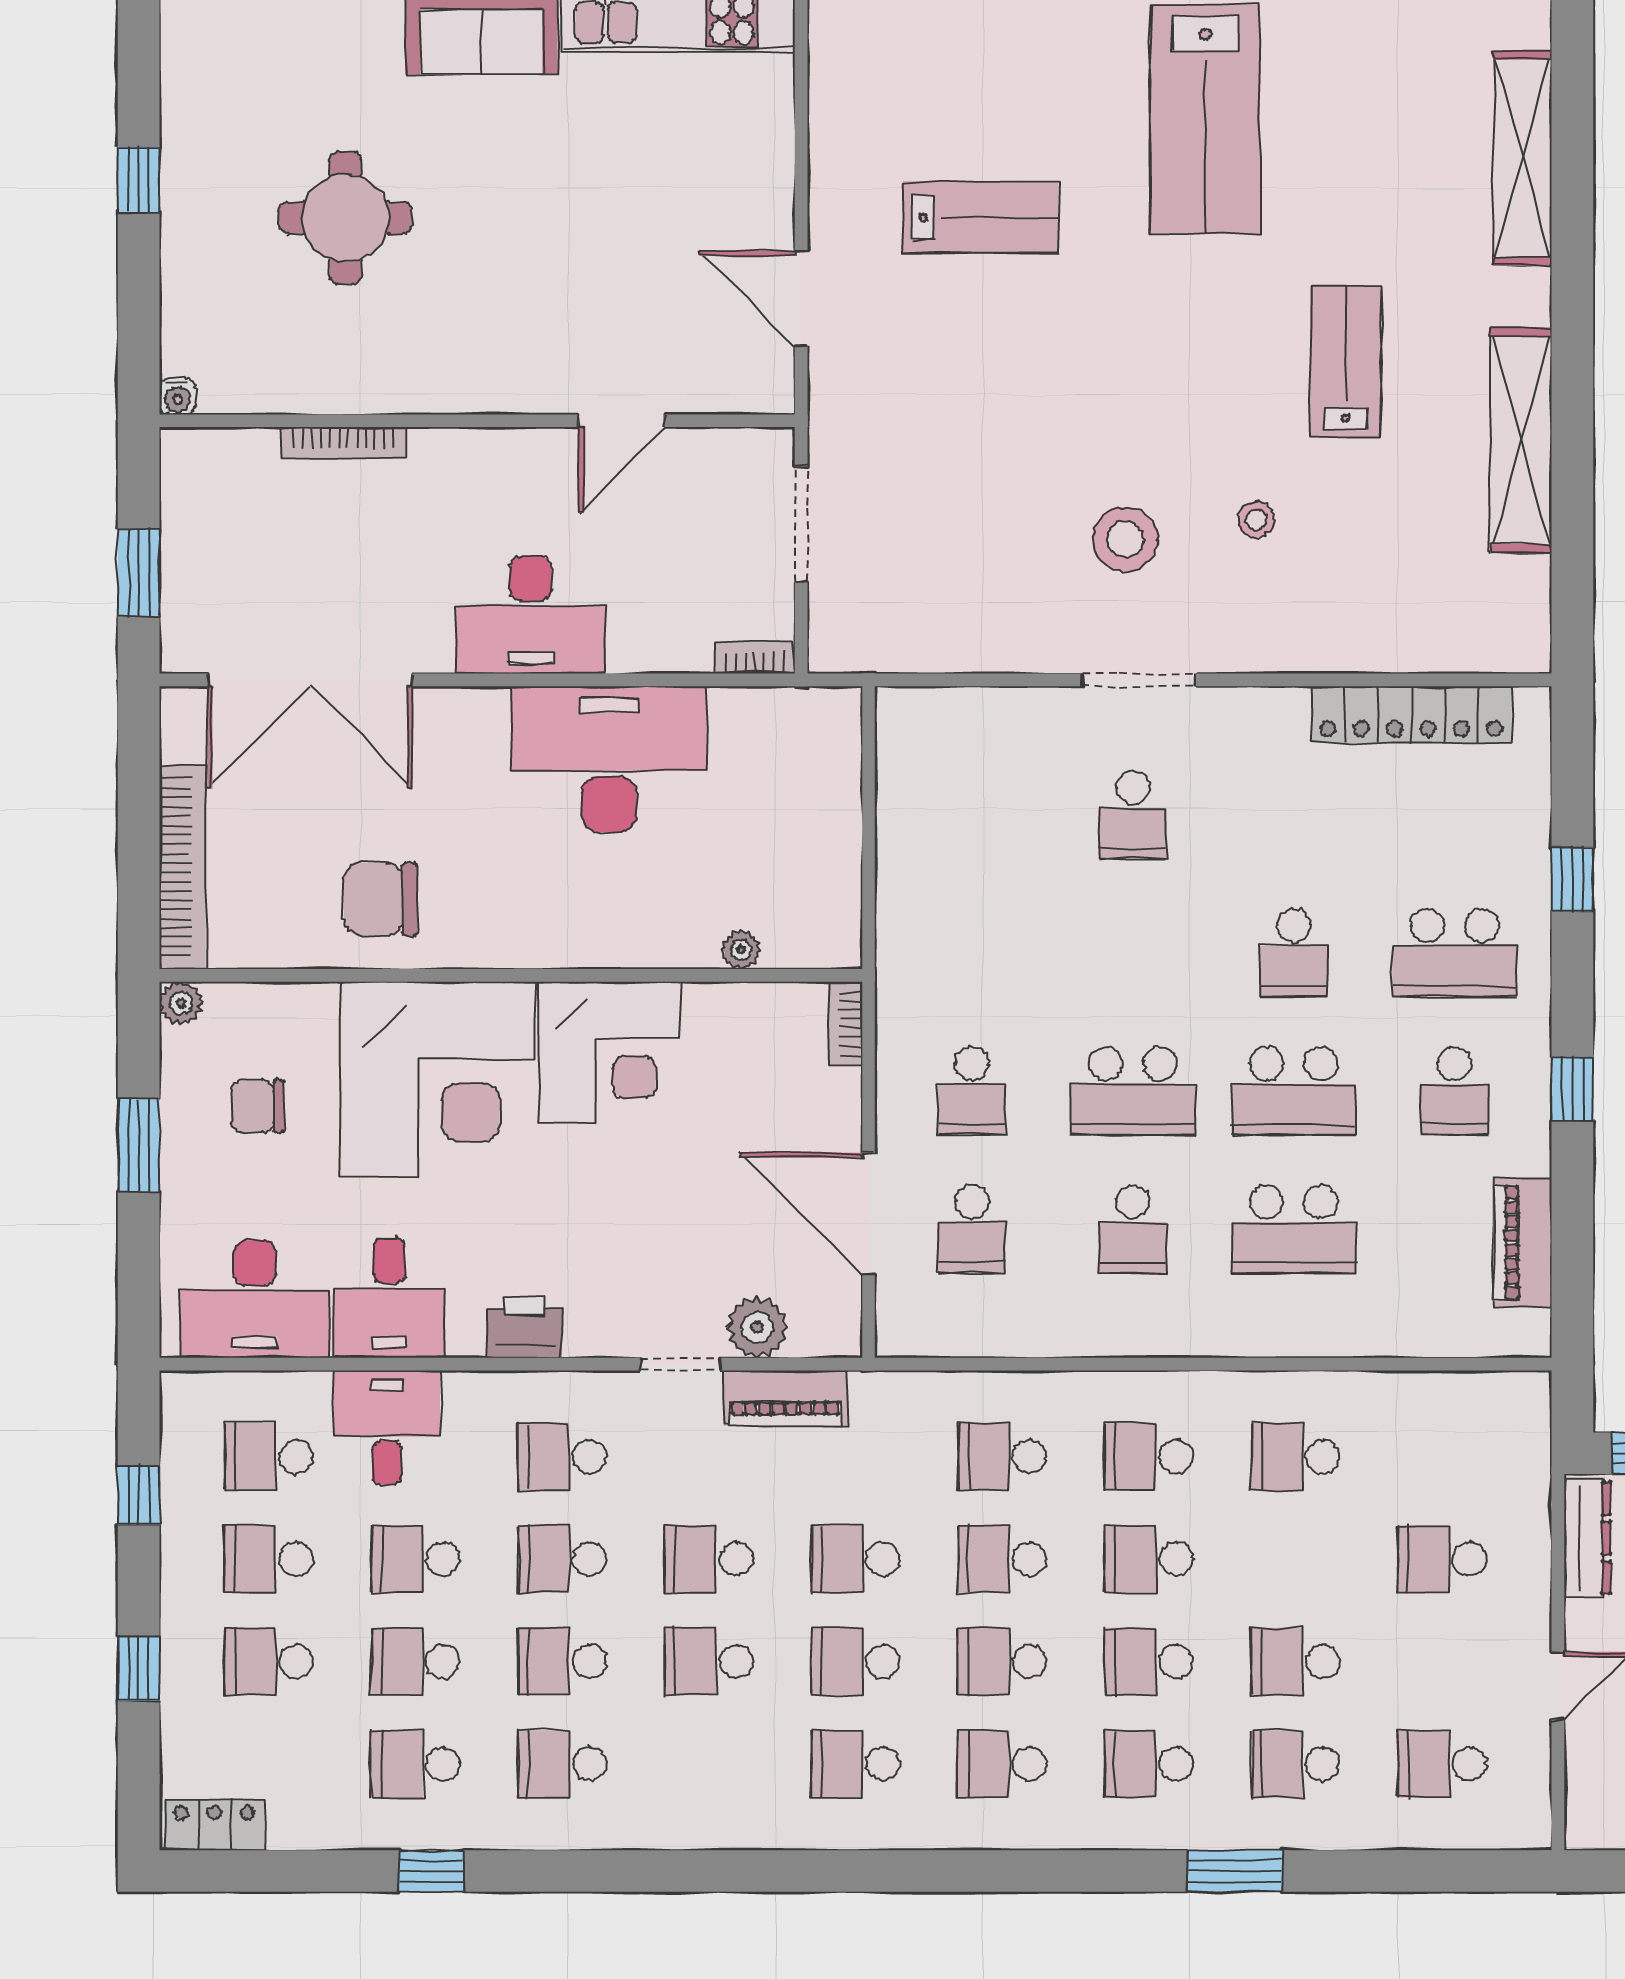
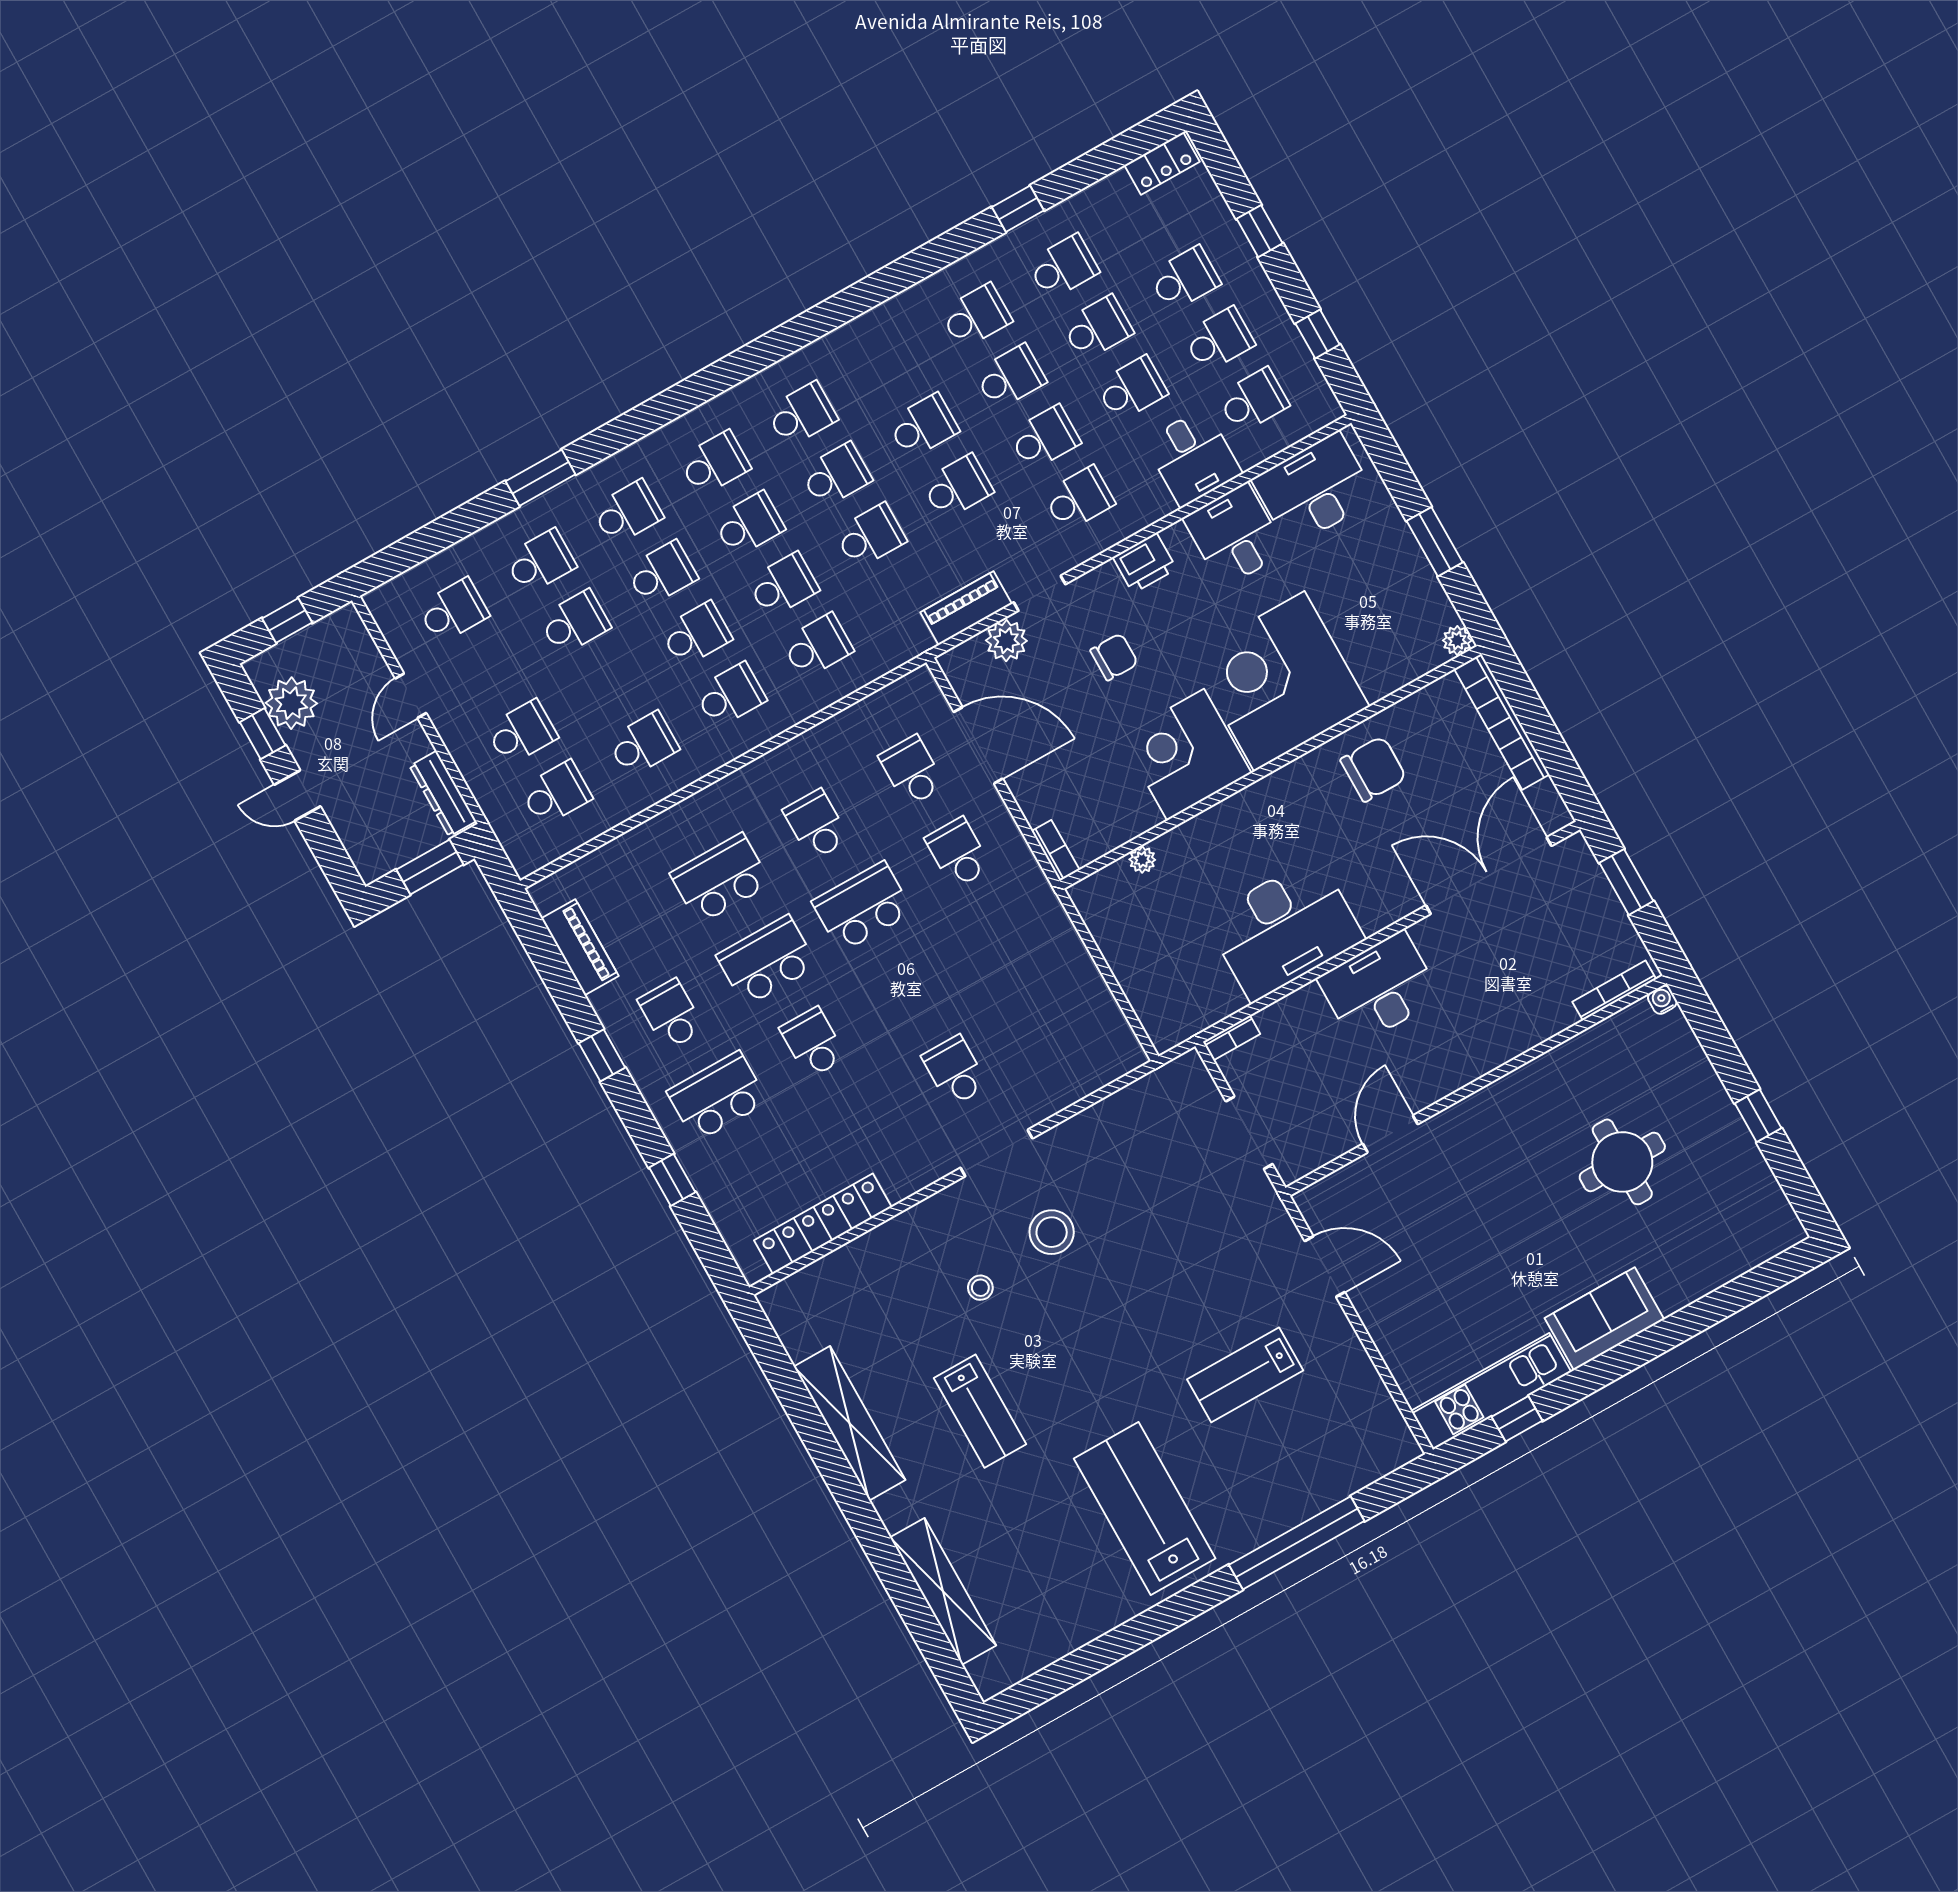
bookcase: (343, 443) -> (1614, 990), moved
chair: (258, 1106) -> (1114, 657), moved
school desk: (1442, 1457) -> (556, 793), added

